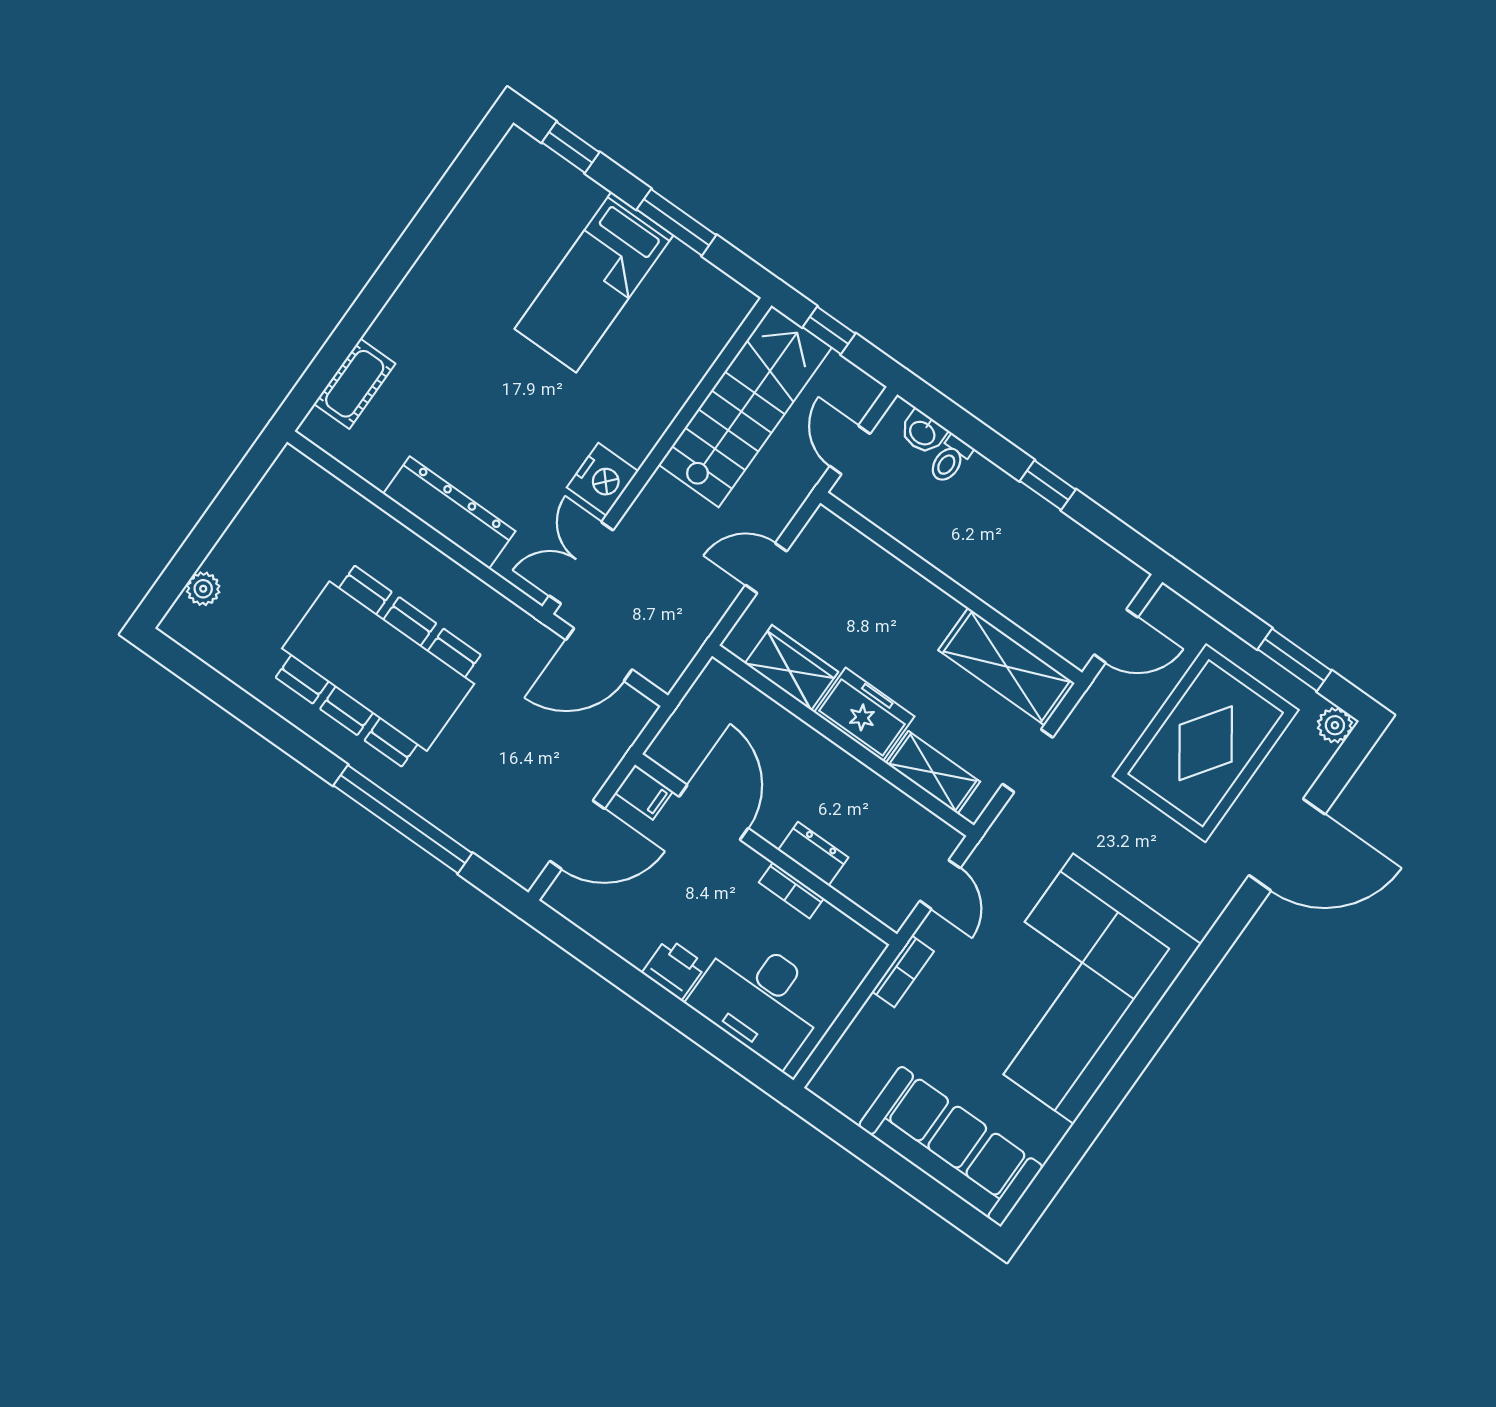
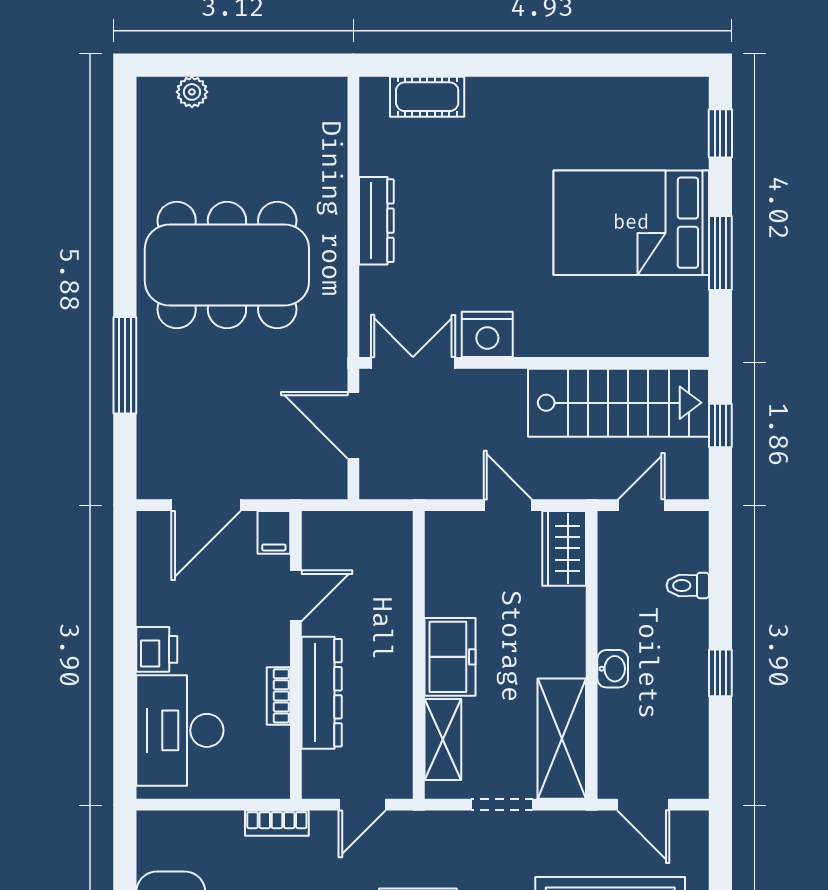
bed: (594, 282) -> (631, 223), width x1.50
washbasin: (923, 432) -> (613, 669), moved, turned 180
dresser: (449, 513) -> (376, 221), width x0.73, depth x0.80
dining table: (378, 666) -> (227, 265), turned 90
wardrobe: (791, 668) -> (564, 548), moved, turned 180
door: (714, 812) -> (296, 596), width x0.73
window: (403, 819) -> (125, 365), width x0.68
door: (577, 835) -> (206, 505), hinge flipped
dresser: (813, 854) -> (322, 693), width x1.96, depth x1.24

